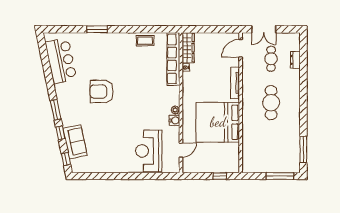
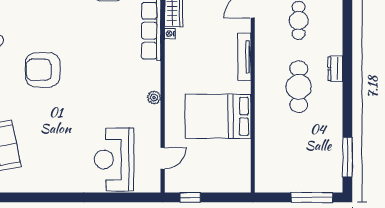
dresser: (295, 60) -> (335, 69), moved
water cooler: (174, 120) -> (153, 113), removed
bed: (218, 122) -> (218, 116), width x0.73
window: (220, 176) -> (190, 197), moved

